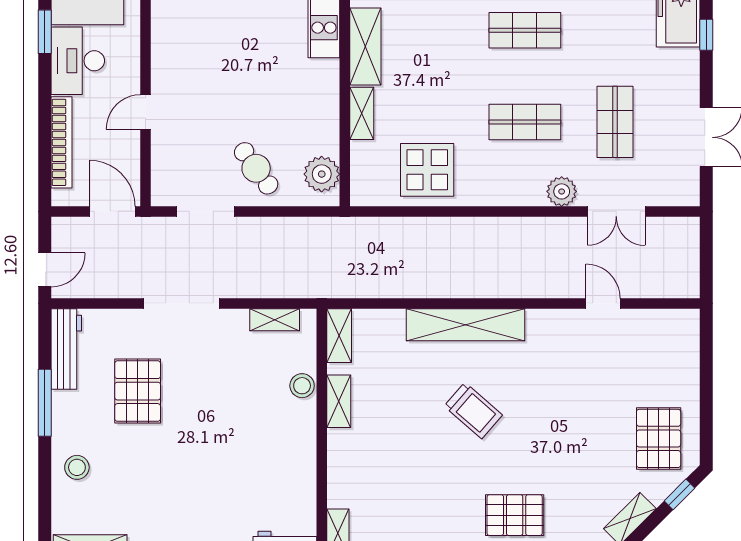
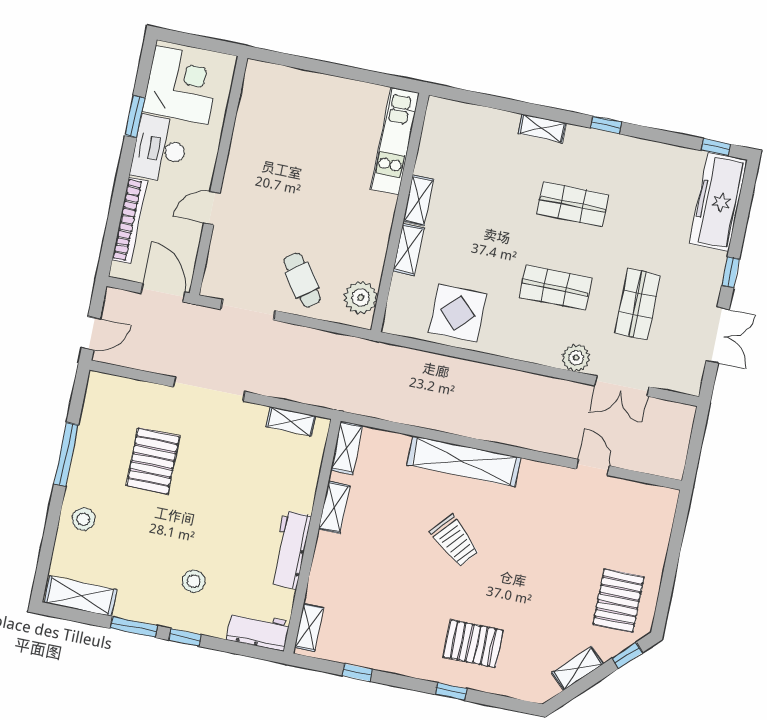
window: (706, 35) -> (731, 272), moved
shelving: (365, 47) -> (418, 200), width x0.67, depth x0.75
workbench: (66, 349) -> (290, 550), moved, turned 180
stool: (302, 386) -> (194, 581), moved

